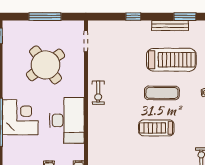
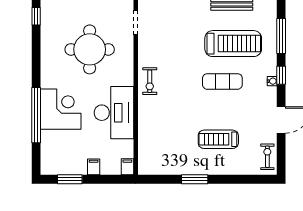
round table: (46, 65) -> (90, 49), turned 37
treadmill: (156, 128) -> (218, 139), moved

